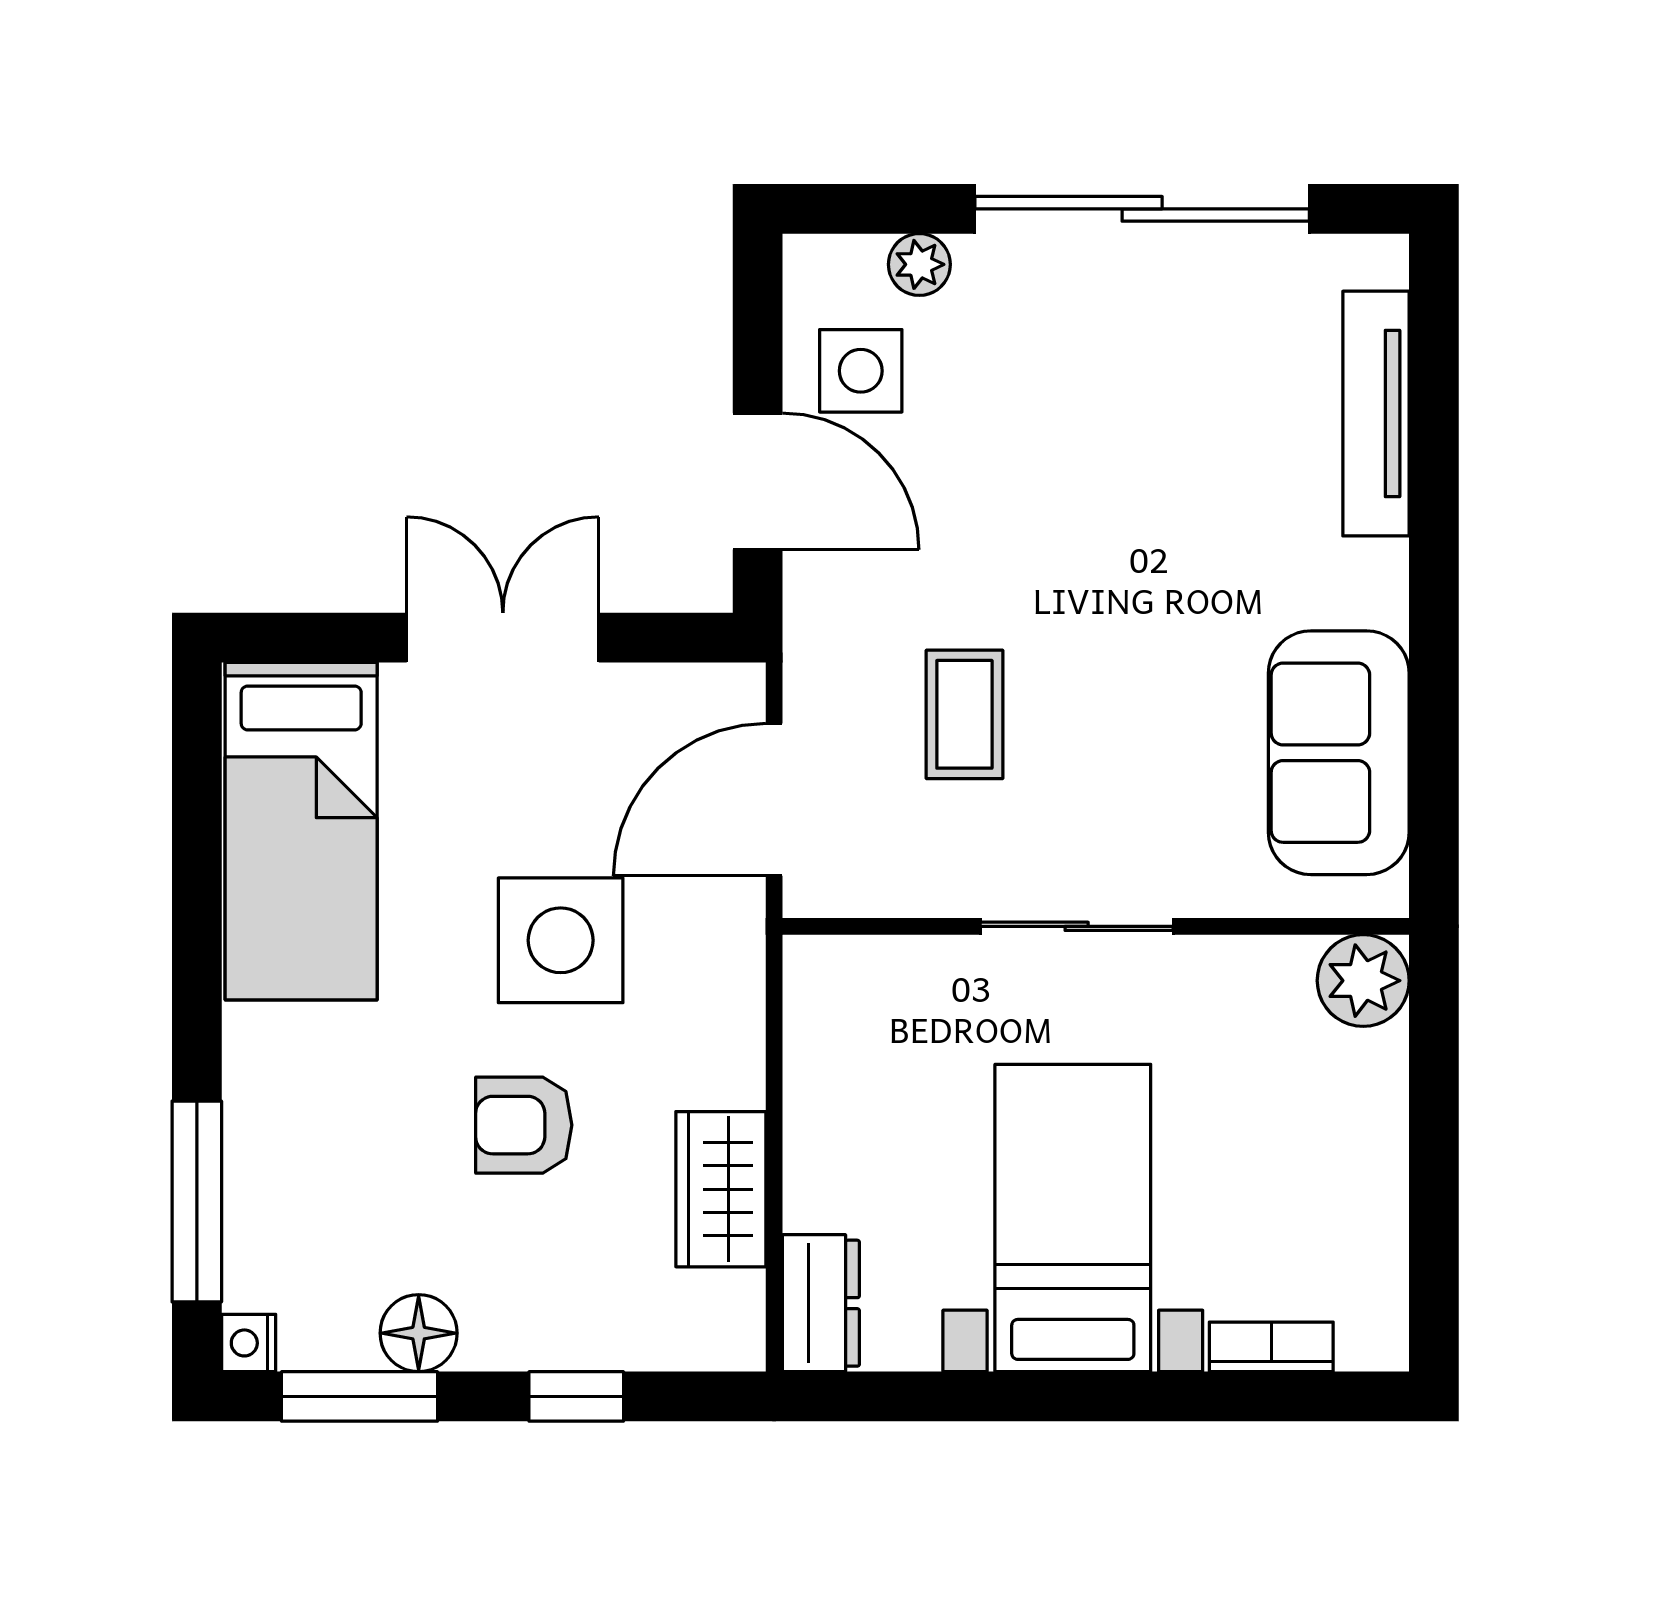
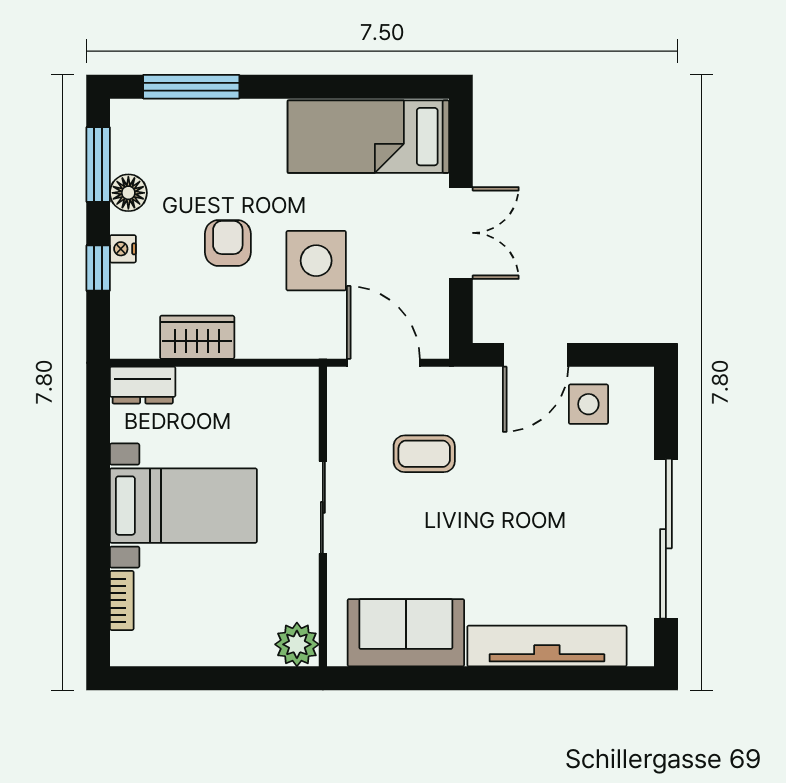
plant: (919, 264) -> (639, 432), removed
tv unit: (1376, 414) -> (547, 646), width x1.36, depth x1.29
nightstand: (249, 1343) -> (123, 249), moved, turned -90

